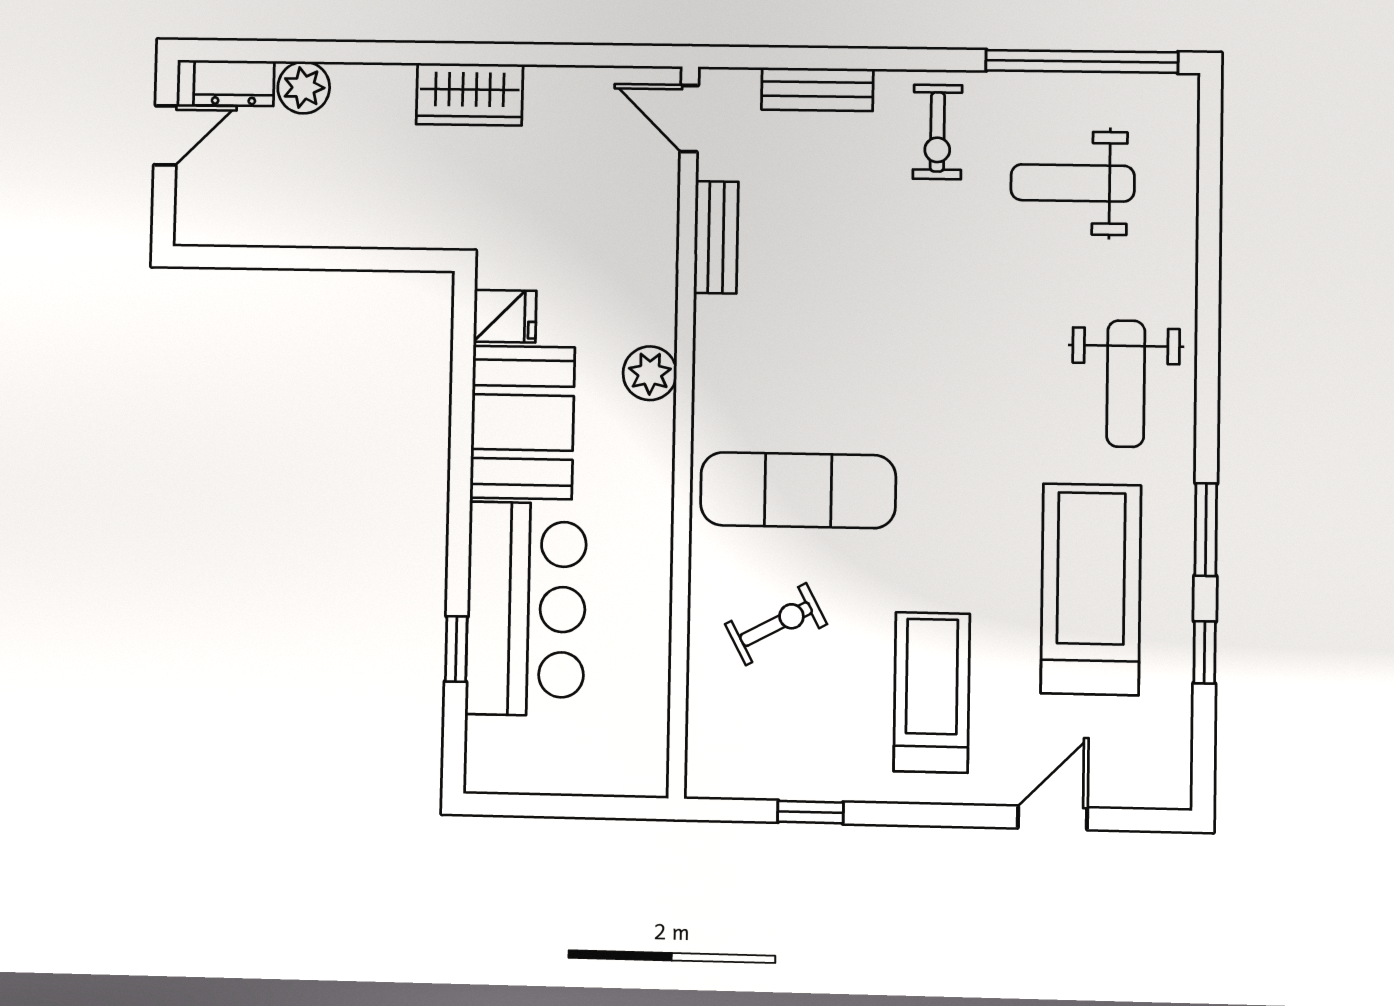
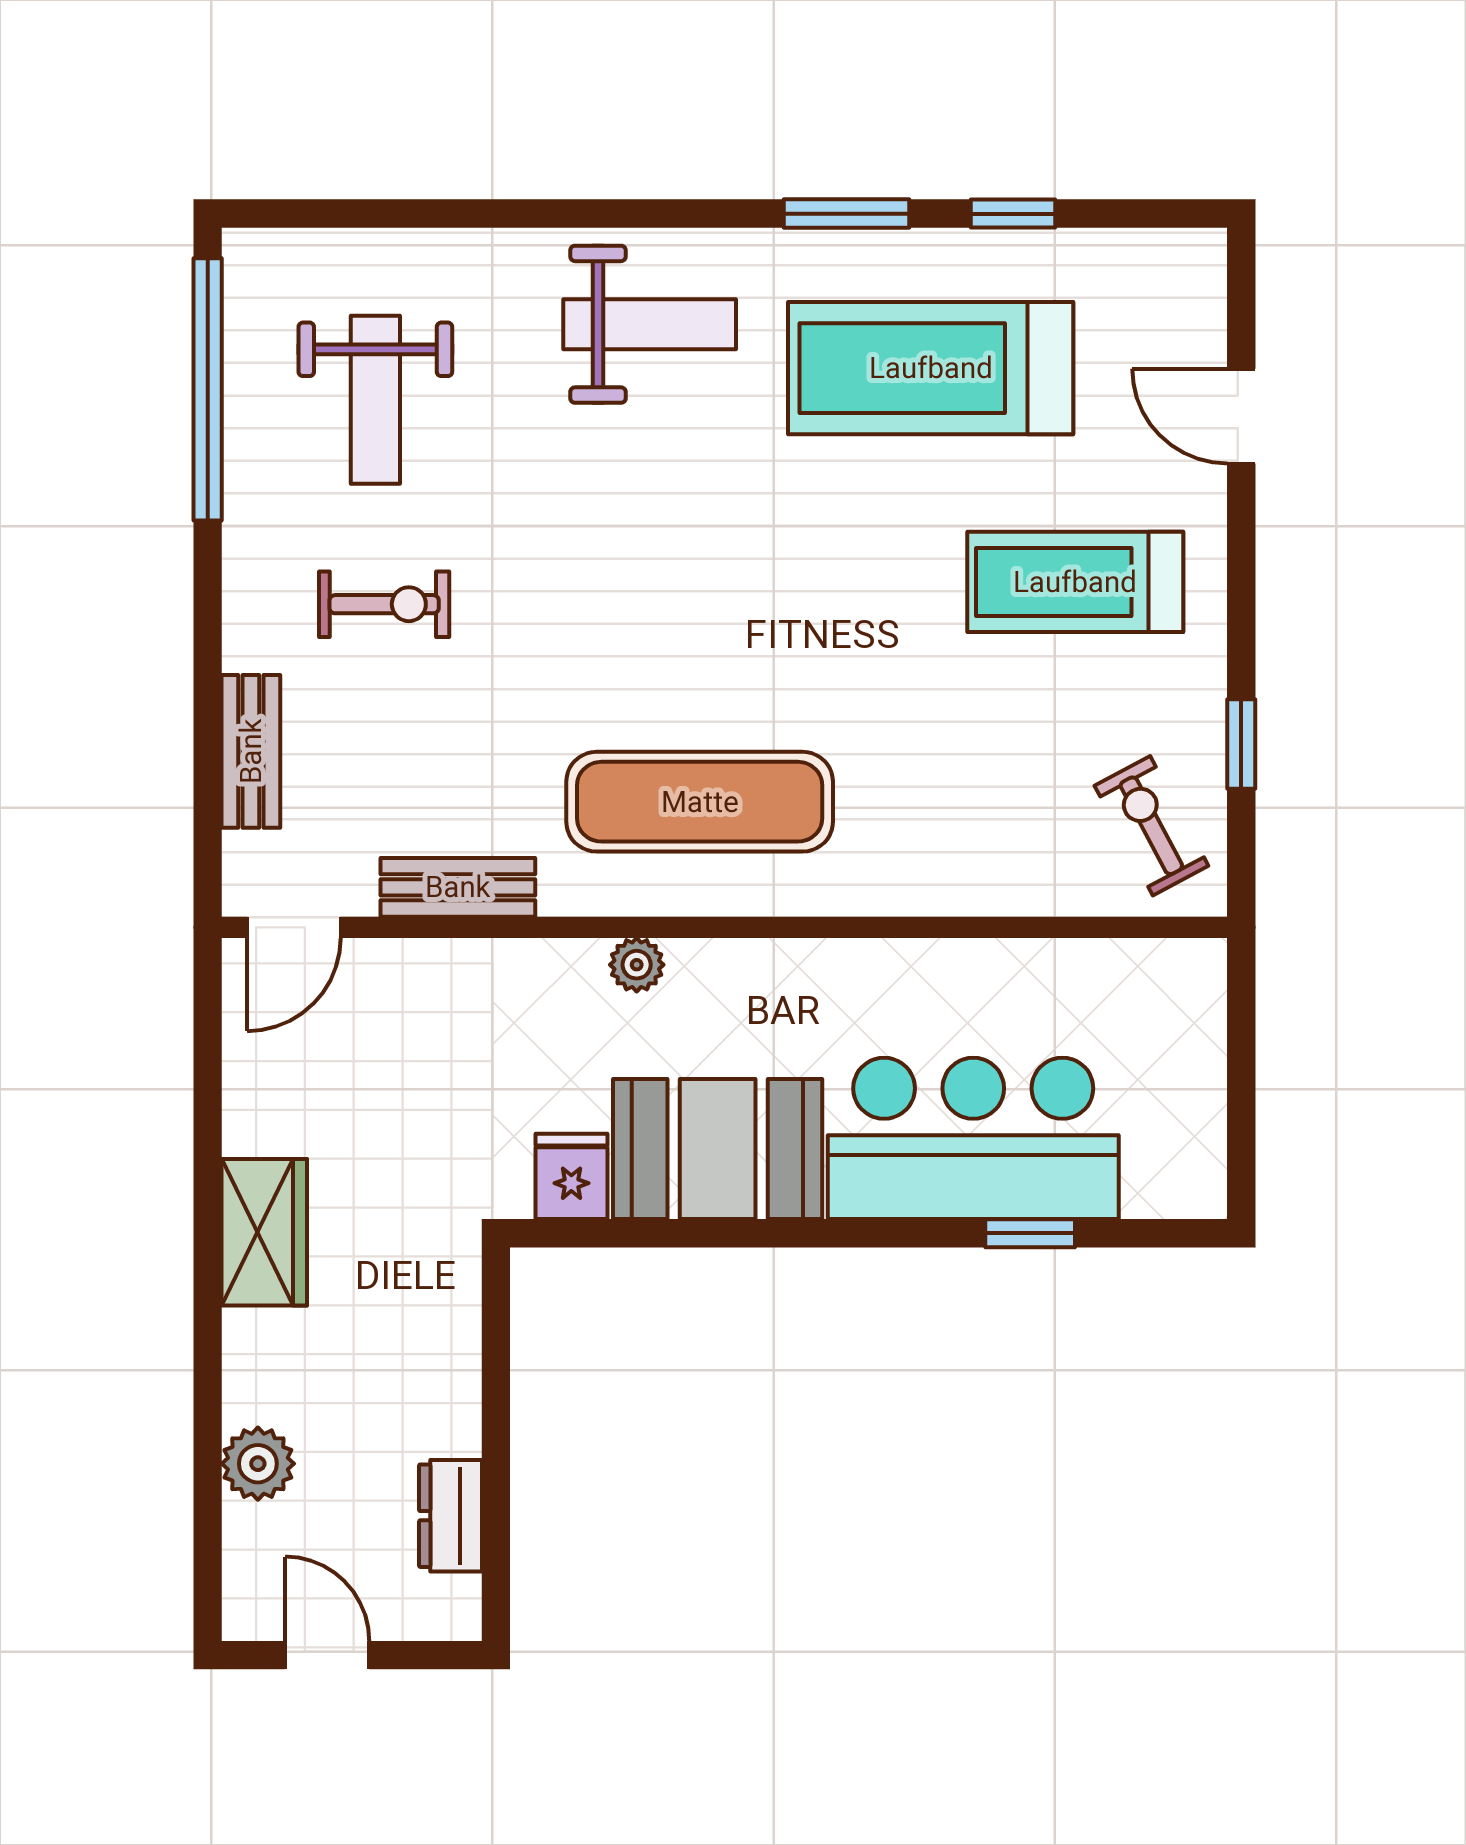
dresser: (234, 83) -> (450, 1516), moved, turned 180
exercise bike: (937, 132) -> (384, 604), moved
plant: (650, 373) -> (637, 965), width x0.73, depth x0.73
exercise mat: (798, 490) -> (700, 802), moved, turned 90
exercise bike: (776, 624) -> (1151, 826), moved

